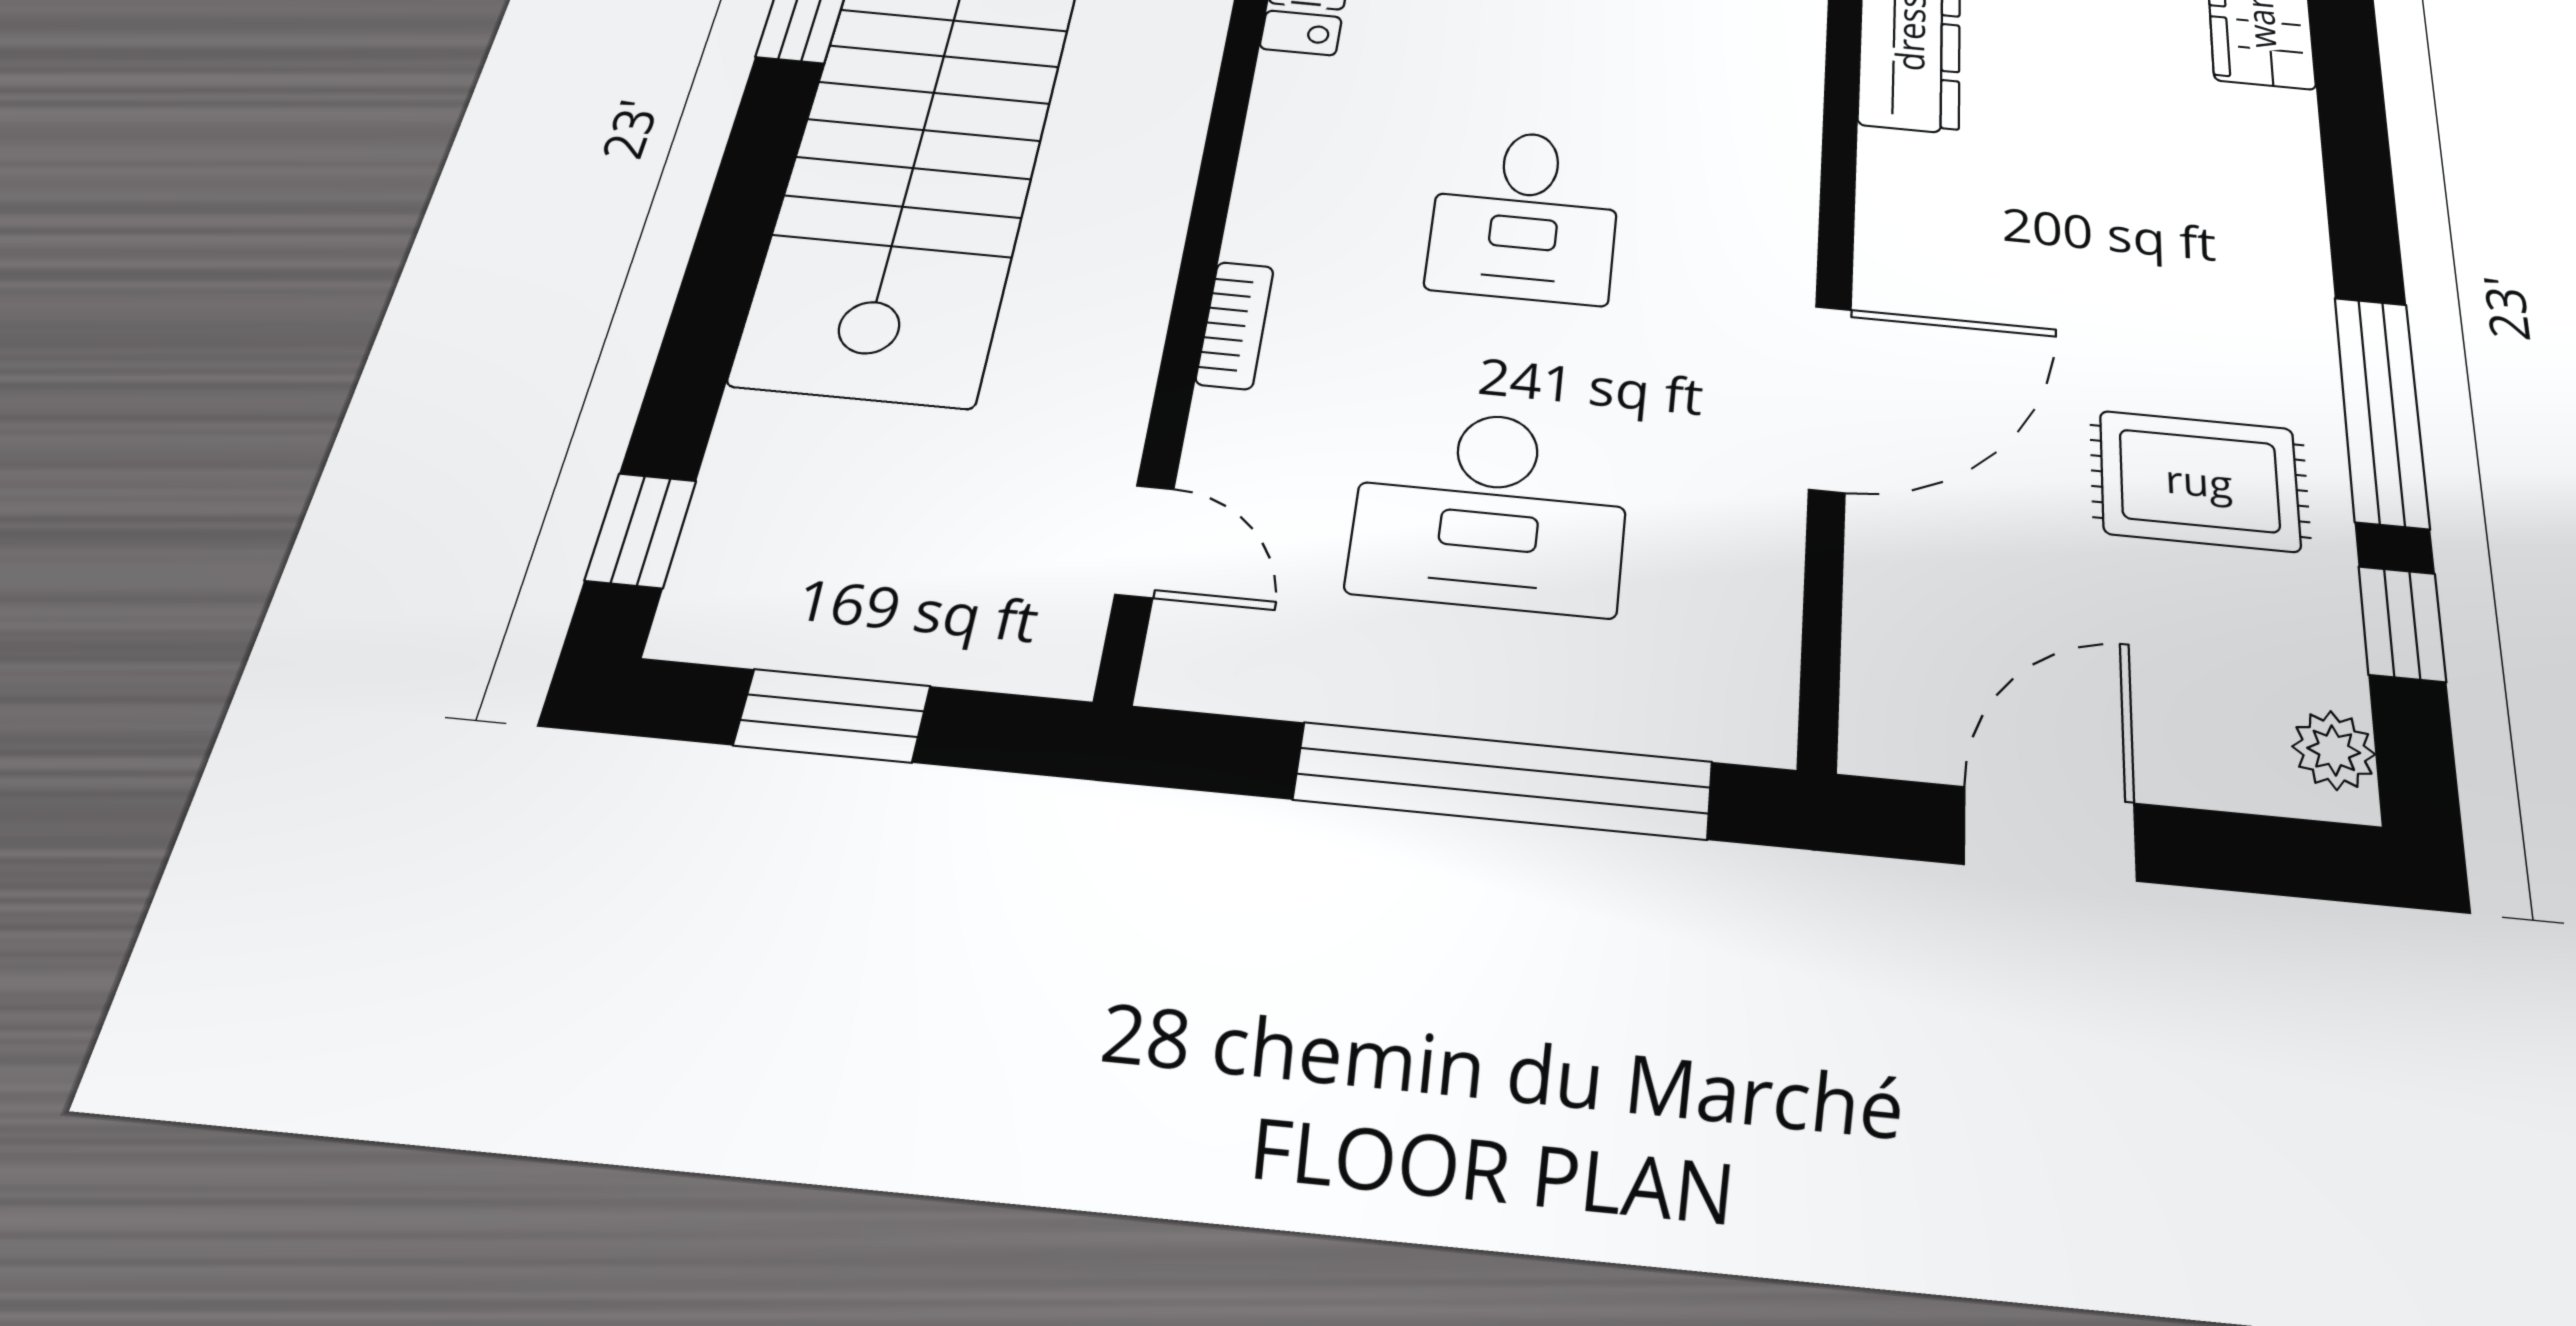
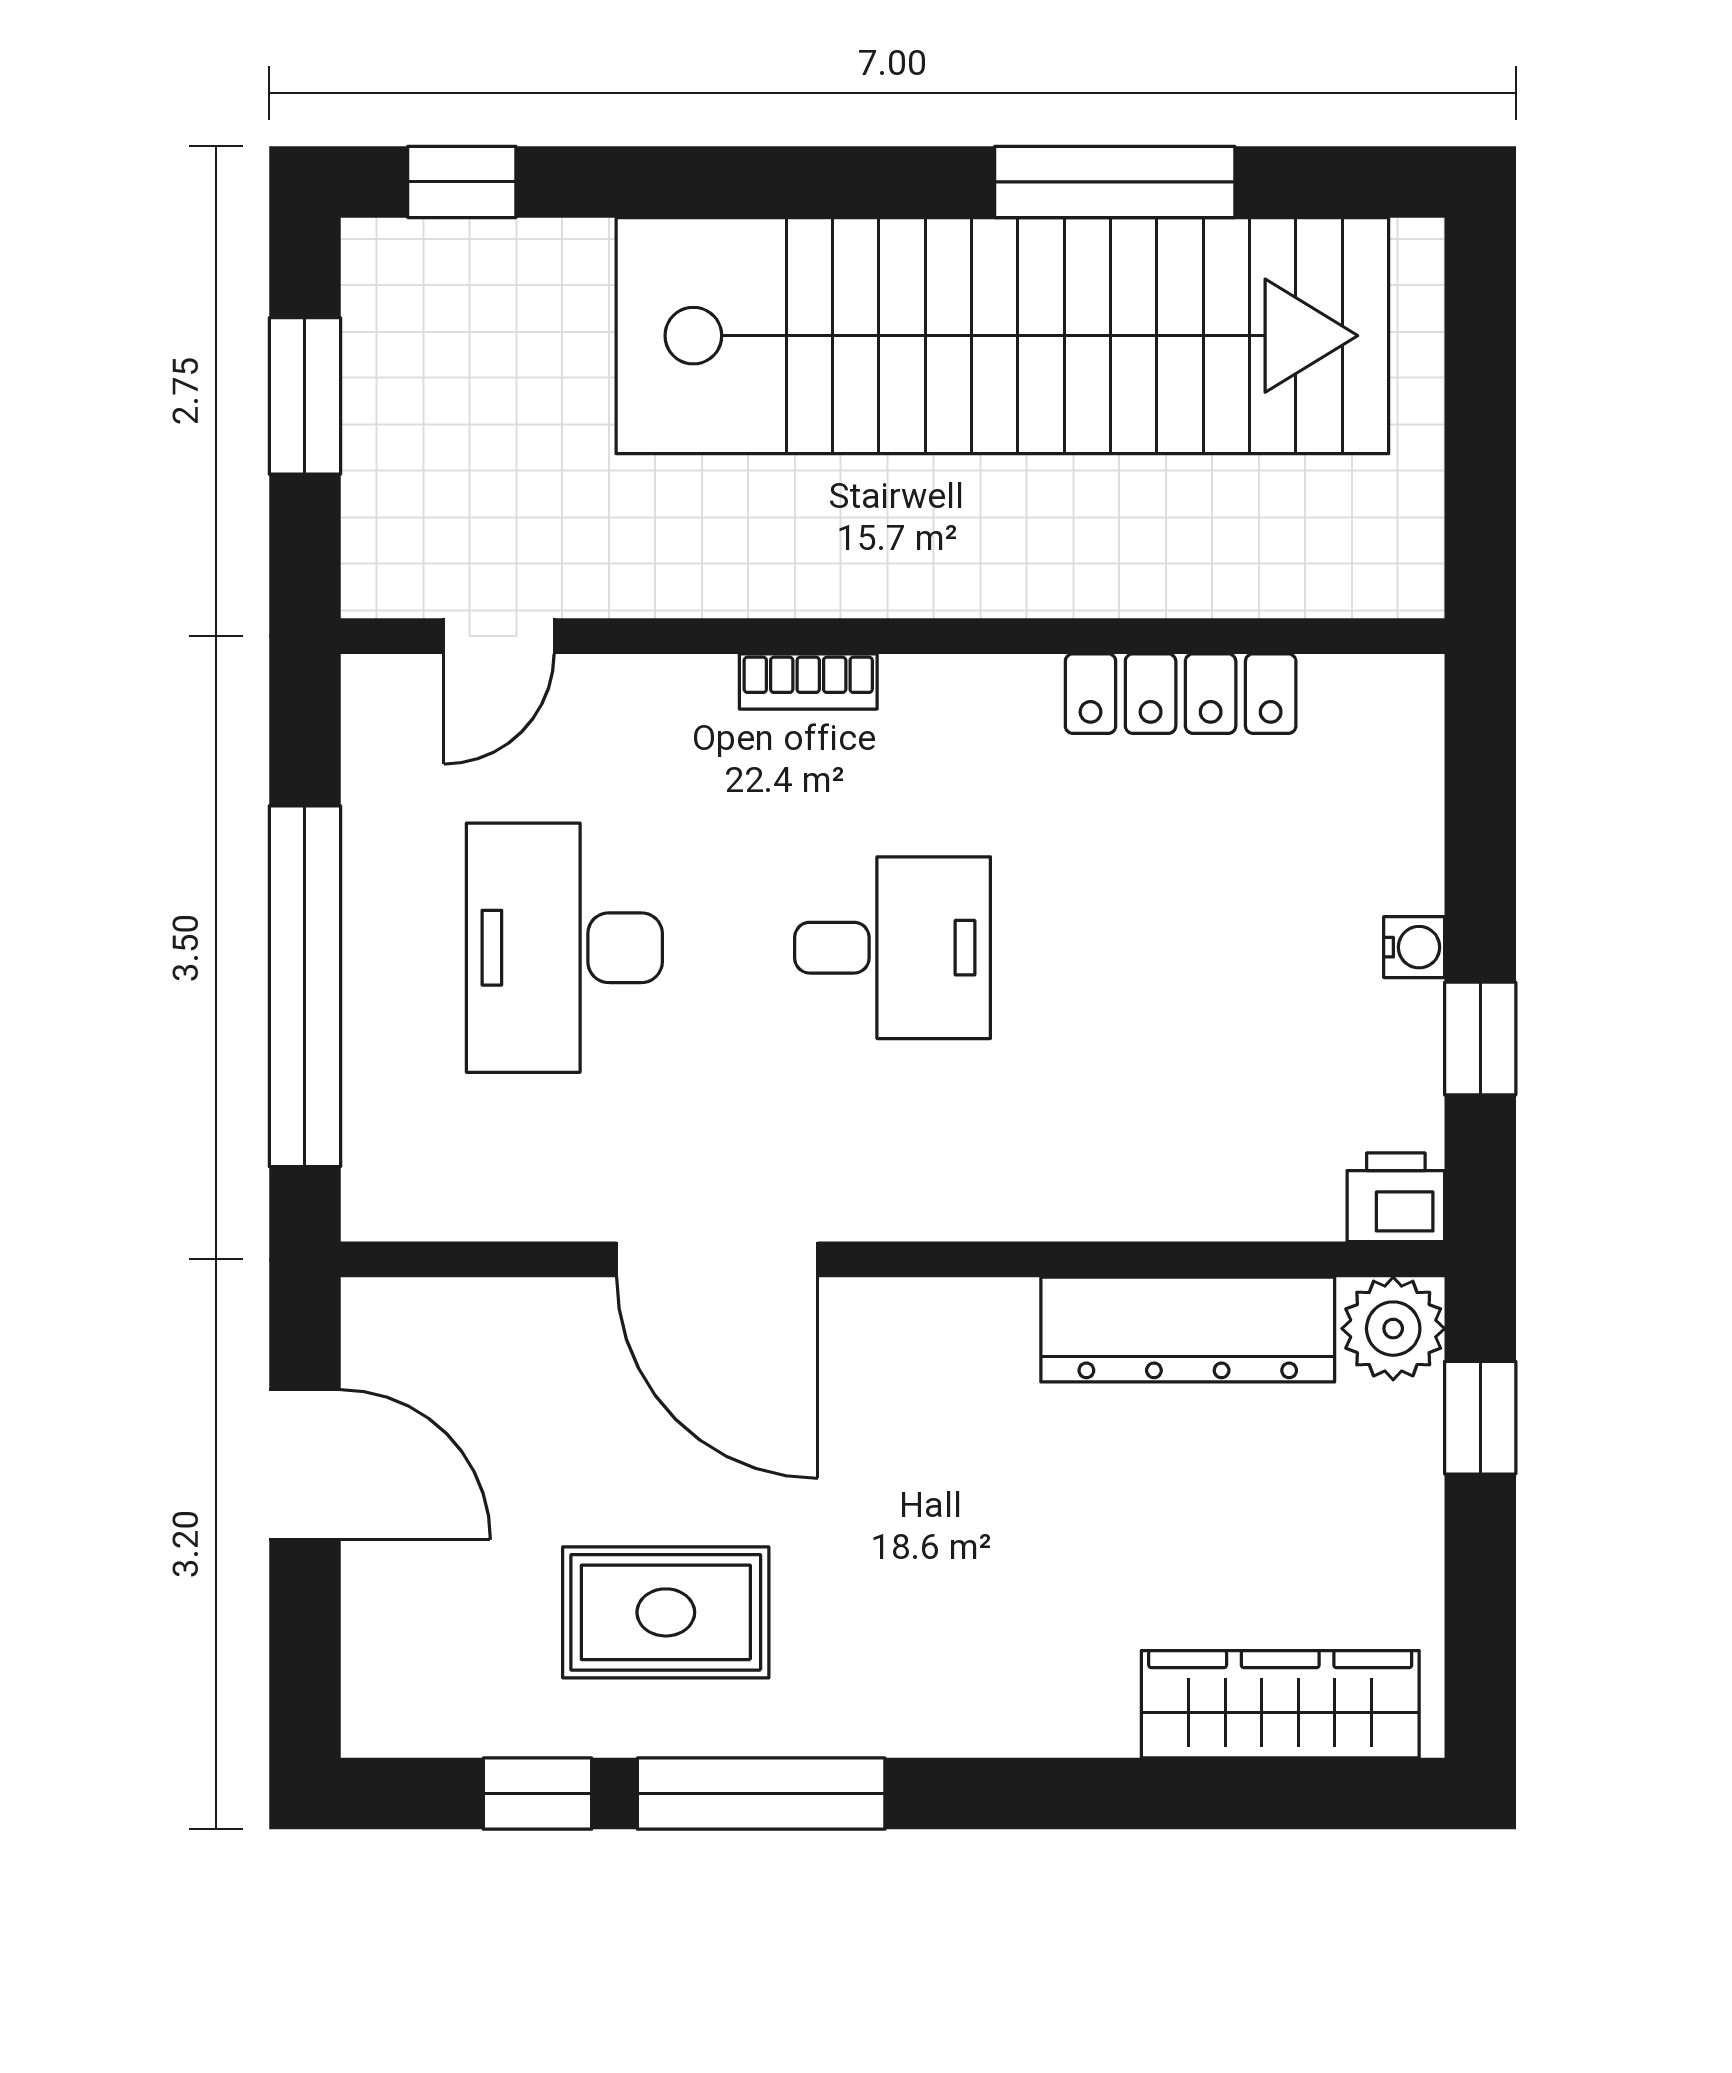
desk: (1525, 215) -> (893, 948), turned 180
bookcase: (1235, 325) -> (808, 681), moved
rug: (2199, 481) -> (666, 1612), turned 90
plant: (2334, 750) -> (407, 1721), removed

